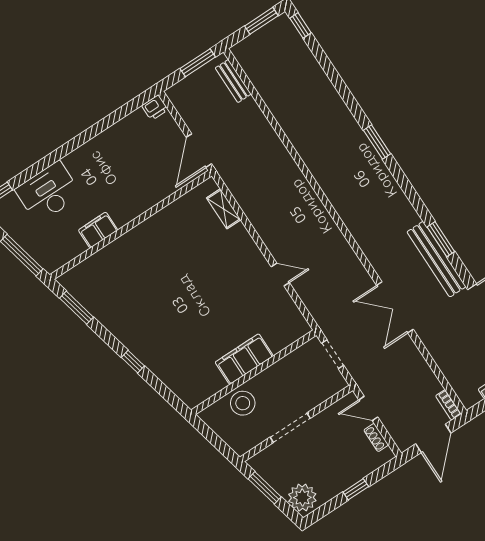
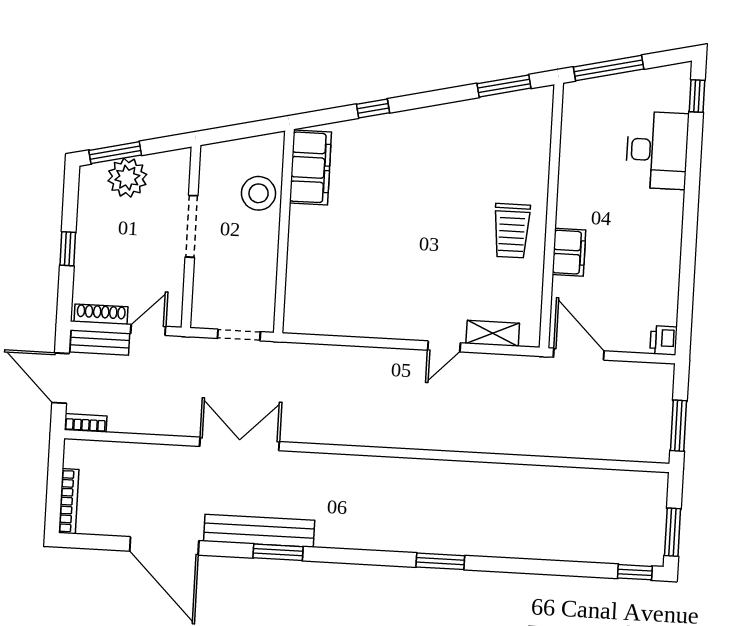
bench: (233, 81) -> (100, 343), moved
filing cabinet: (98, 230) -> (569, 252), moved
trolley: (156, 242) -> (512, 231), added
door: (280, 275) -> (444, 346), moved
filing cabinet: (244, 359) -> (310, 167), moved
window: (133, 362) -> (373, 108), moved
shoe rack: (376, 438) -> (101, 314), width x1.43
window: (265, 488) -> (115, 153), moved
plant: (302, 498) -> (127, 178), moved

